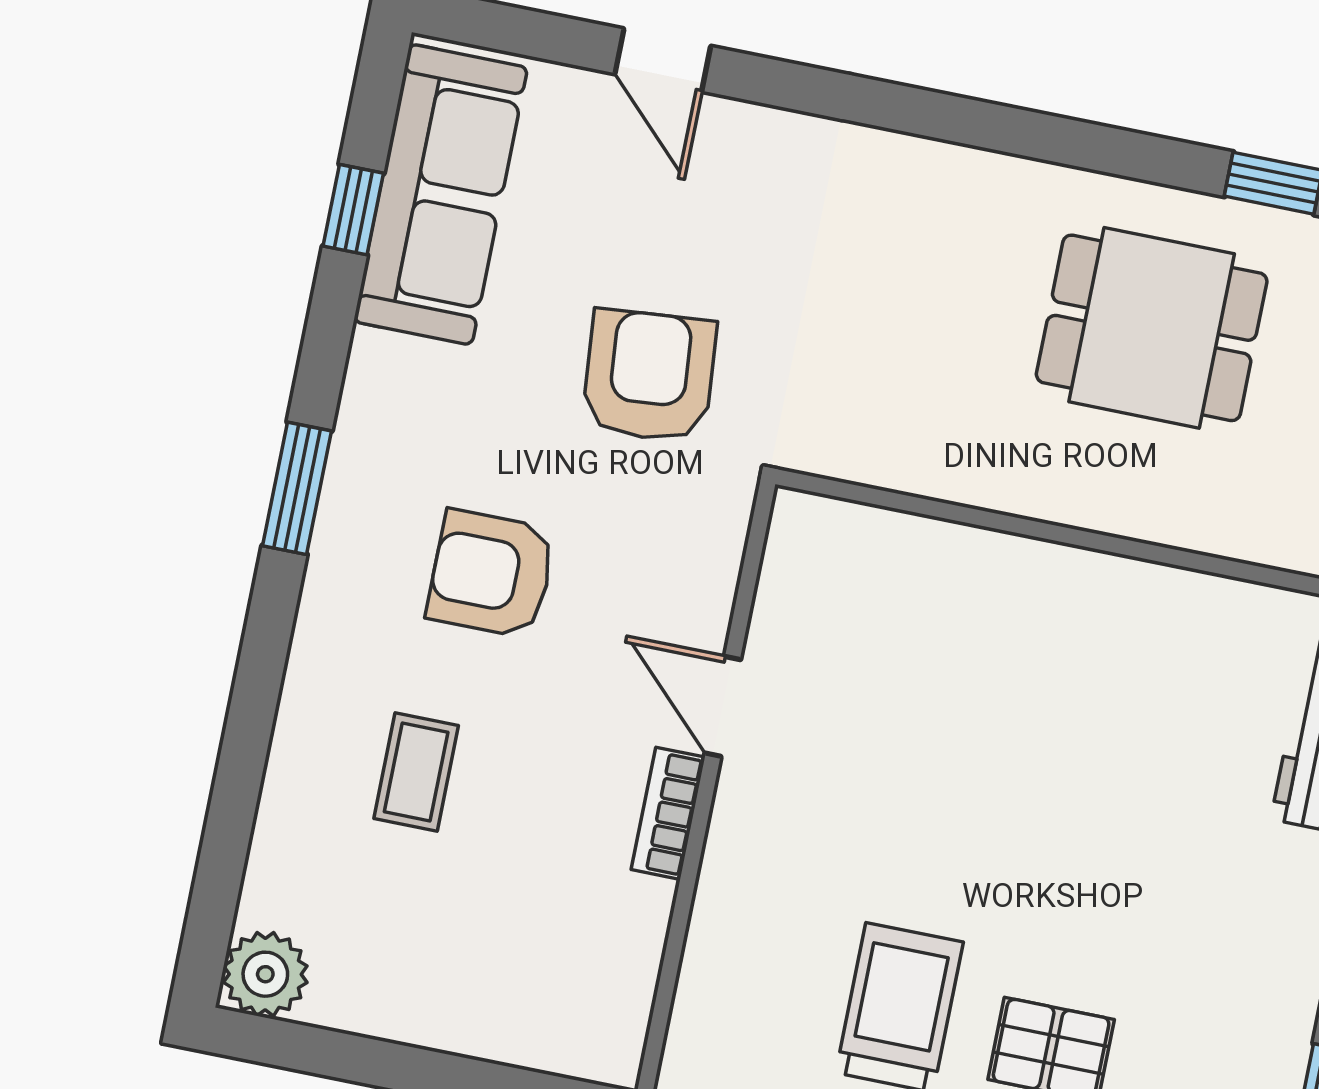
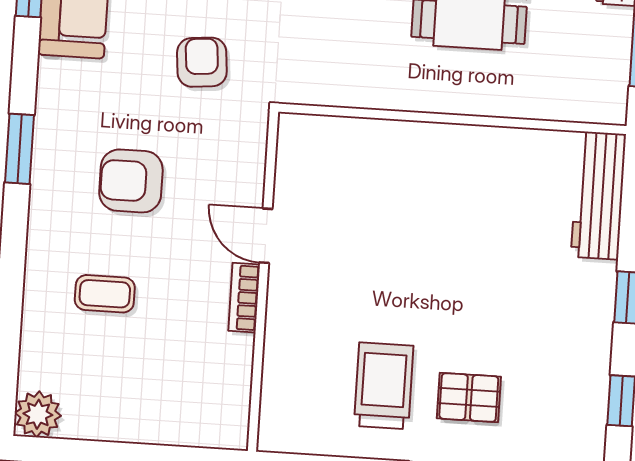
armchair: (649, 376) -> (202, 62), width x0.72, depth x0.72
coffee table: (416, 772) -> (105, 294), turned 90

